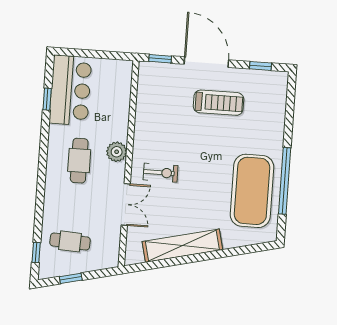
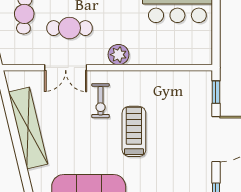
treadmill: (218, 103) -> (134, 131), moved, turned 180
cafe table: (79, 161) -> (69, 28), moved

